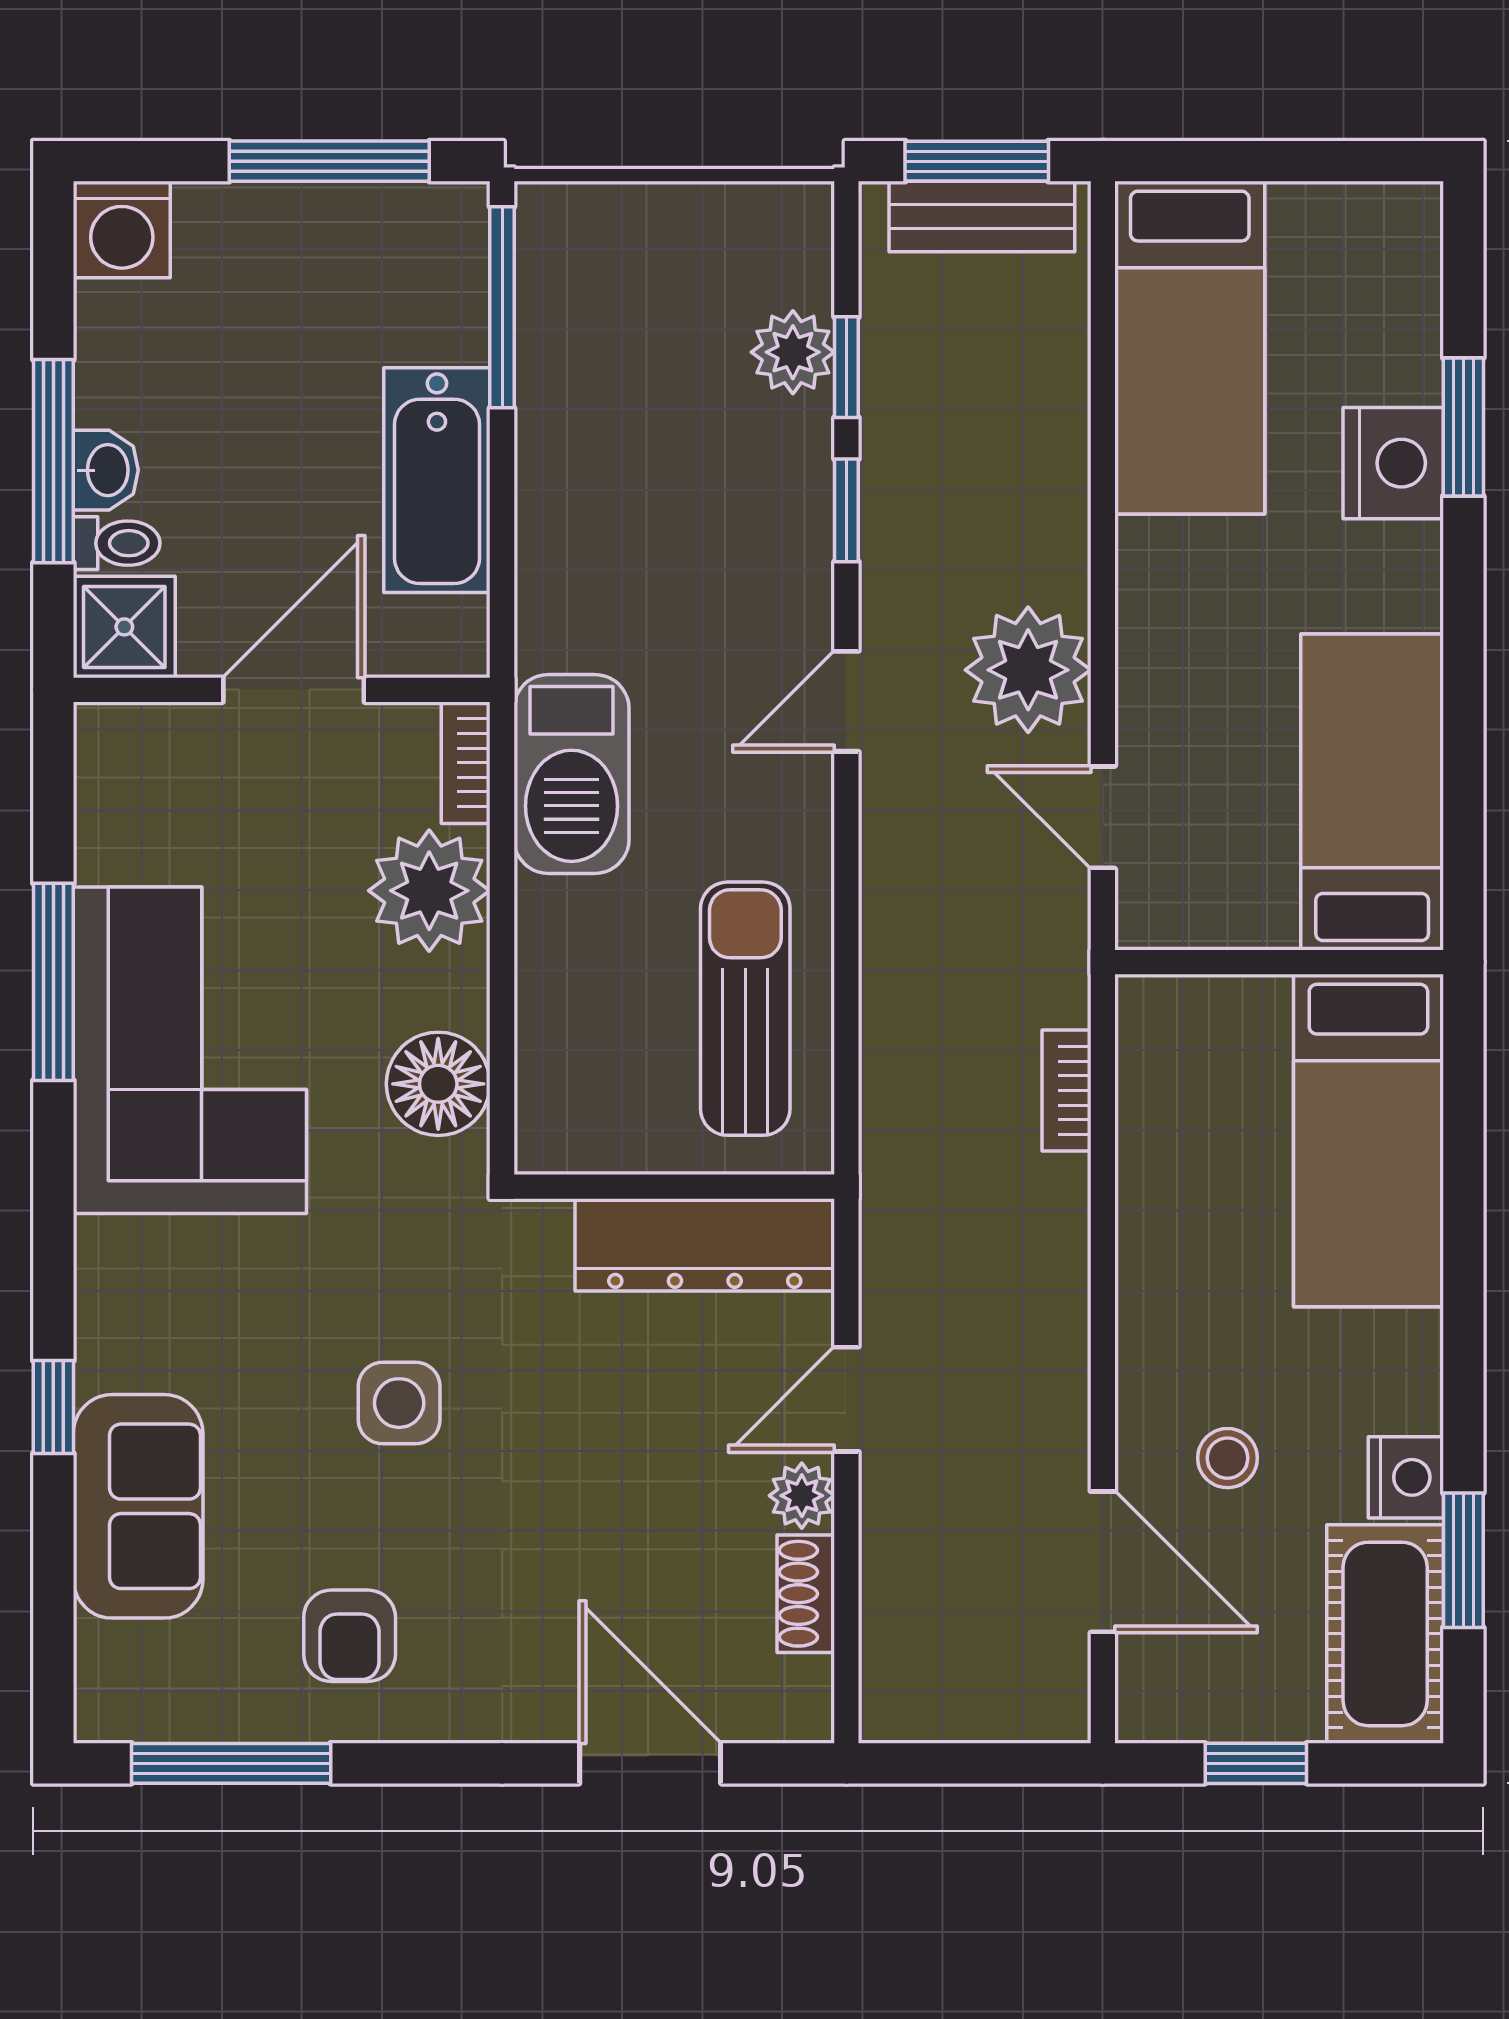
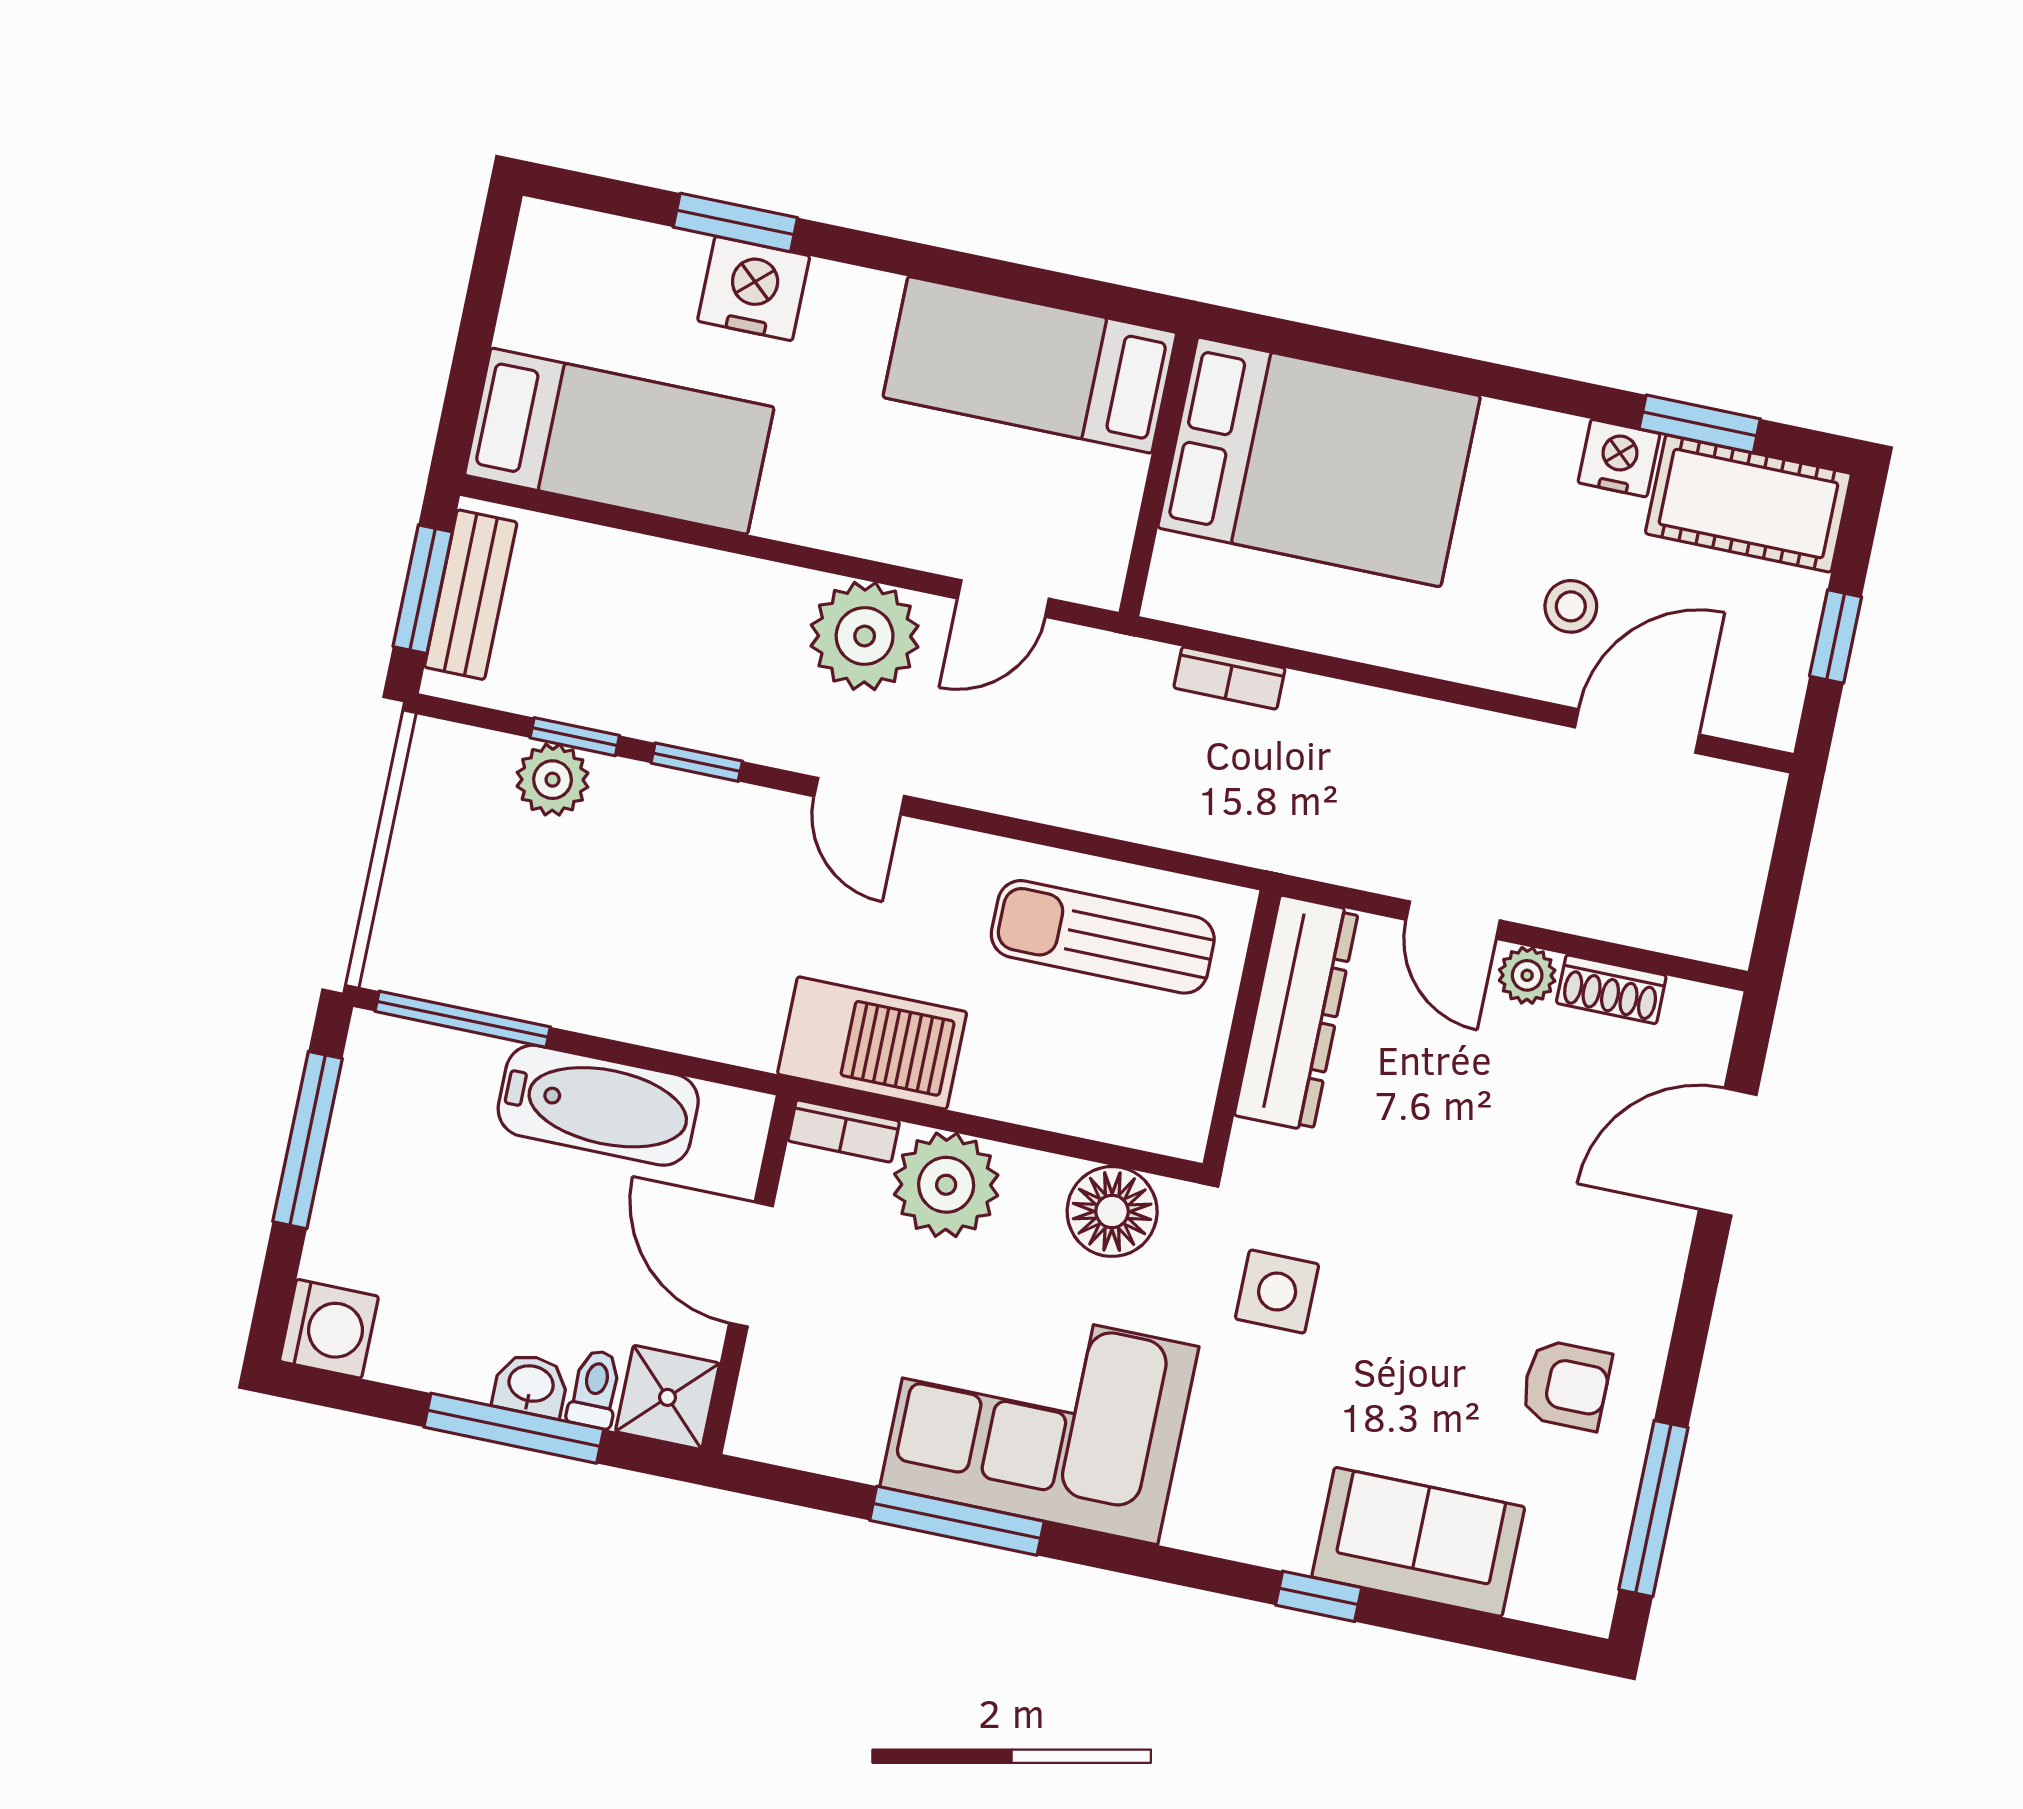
bed: (1368, 1141) -> (1319, 462), width x1.50
side table: (399, 1403) -> (1277, 1292), moved

